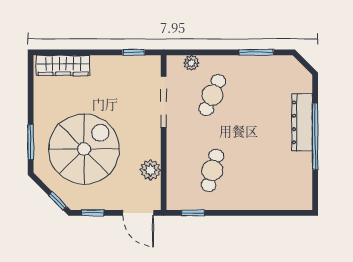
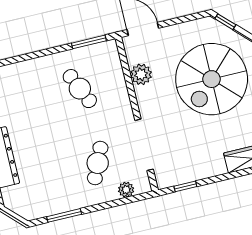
cafe table: (212, 170) -> (80, 89), turned -39
window: (93, 213) -> (188, 18), removed
window: (193, 213) -> (89, 42), width x1.50

